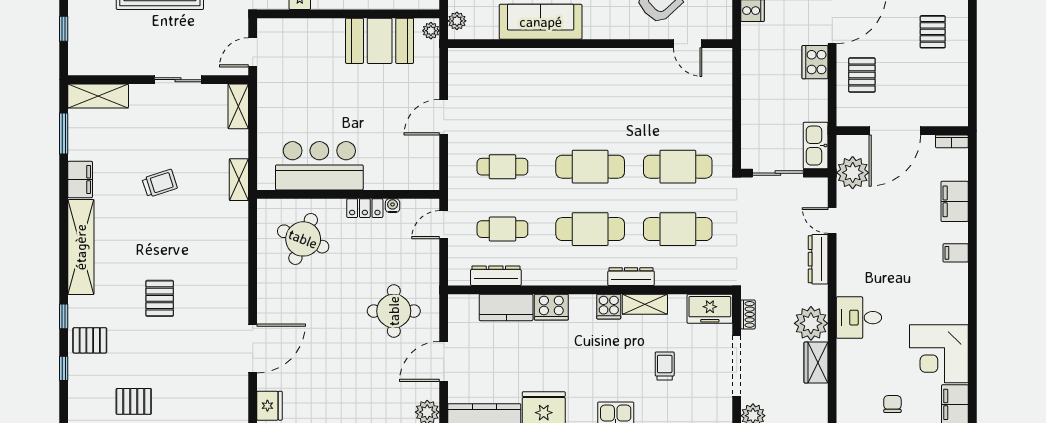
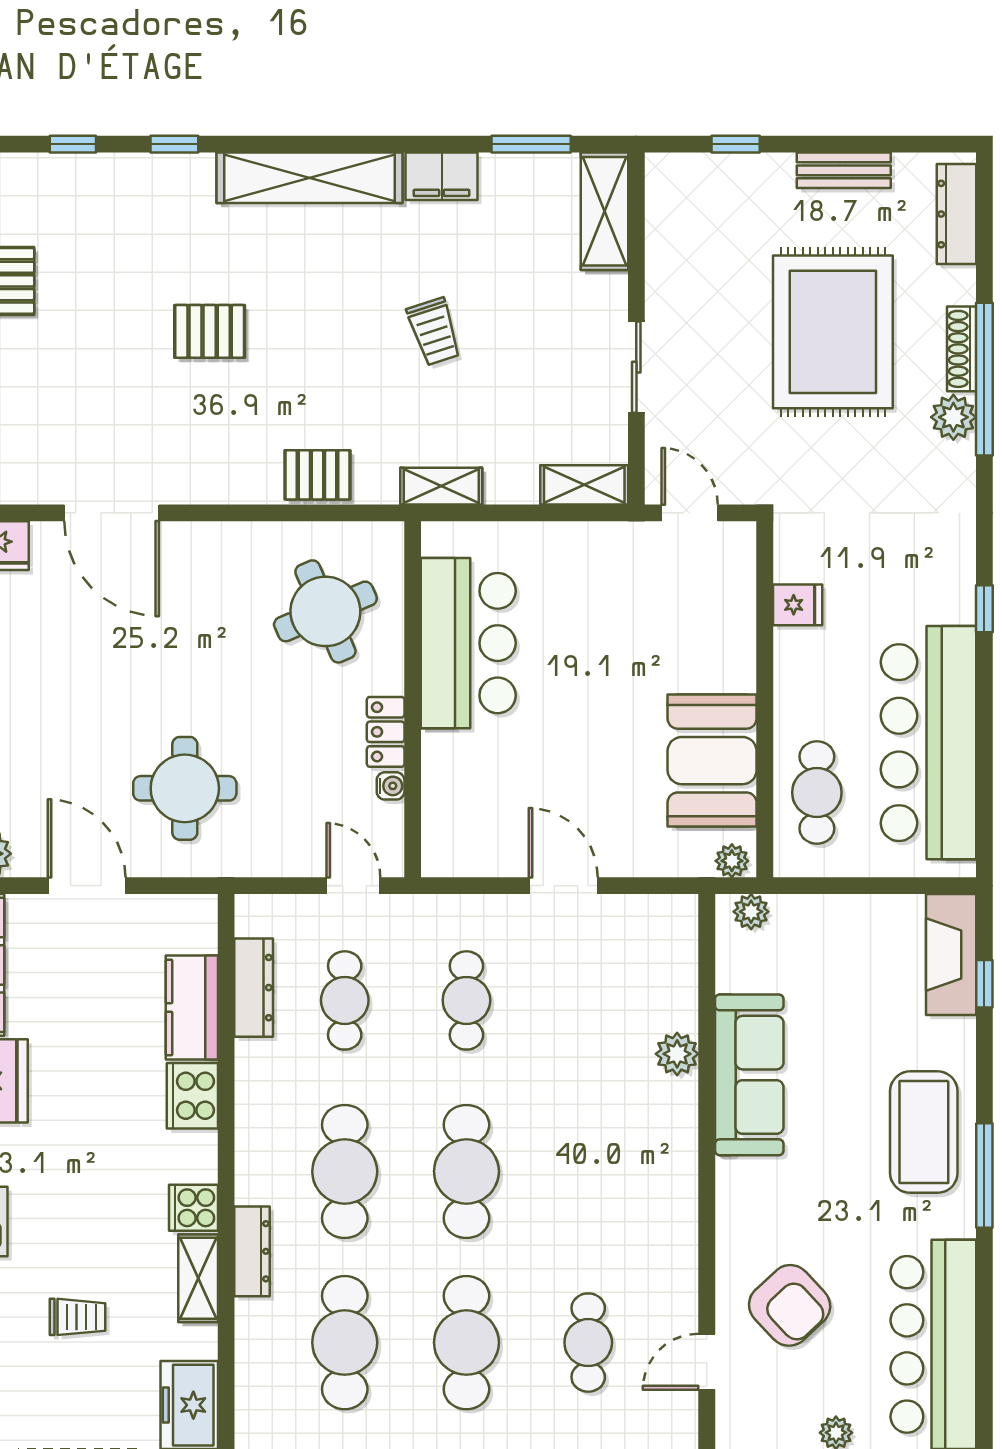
plant: (530, 59) -> (677, 1054), added
cafe table: (678, 104) -> (588, 1343), added
round table: (303, 239) -> (325, 611), turned 45
pallet: (90, 340) -> (317, 475), moved, turned 90

